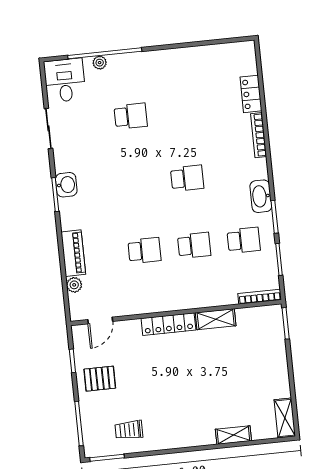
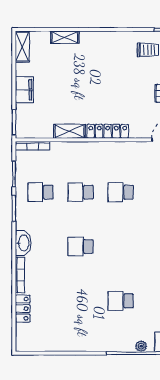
washbasin: (261, 196) -> (23, 243), moved
filing cabinet: (277, 365) -> (24, 90), added

